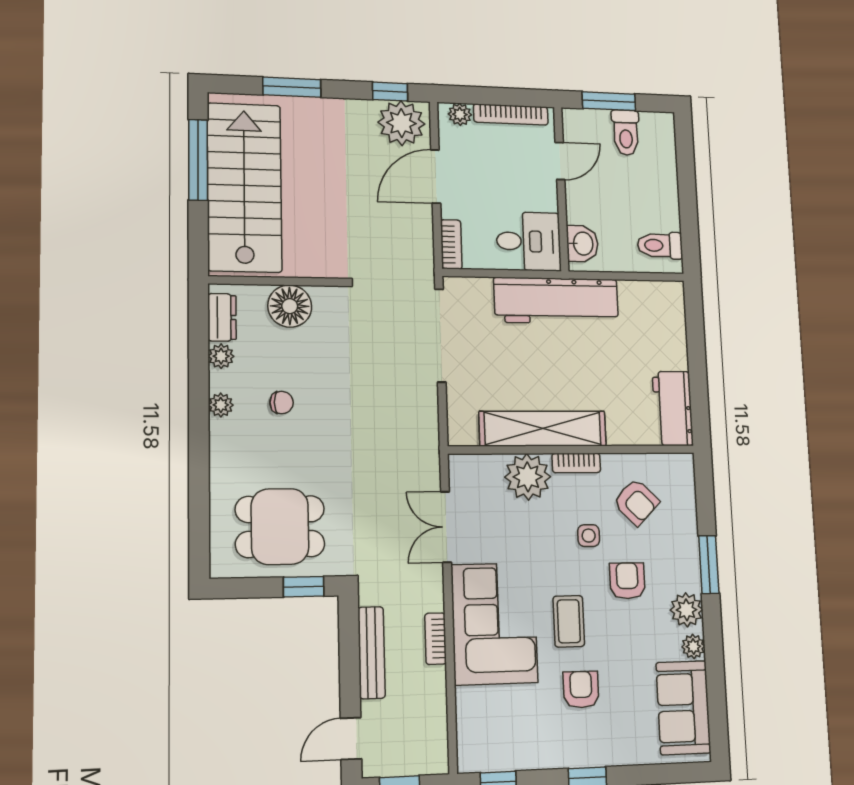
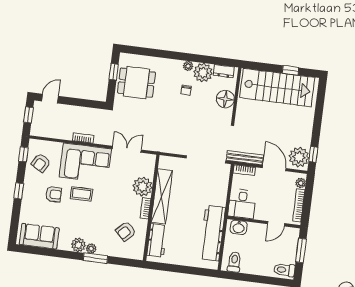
window: (292, 87) -> (319, 113), removed
toilet: (626, 133) -> (284, 270), moved
window: (198, 160) -> (291, 70), width x0.46
door: (560, 161) -> (276, 224), hinge flipped
workbench: (556, 301) -> (212, 233), moved
plant: (221, 356) -> (203, 73), width x1.88, depth x1.88
workbench: (673, 408) -> (157, 240), moved, turned 90
dining table: (280, 527) -> (136, 83), turned 90
side table: (589, 536) -> (115, 208), removed
armchair: (627, 581) -> (41, 163), moved, turned 120
window: (304, 587) -> (114, 72), moved
plant: (693, 646) -> (91, 249), moved
bench: (372, 653) -> (245, 158), moved
door: (351, 739) -> (50, 99), hinge flipped

